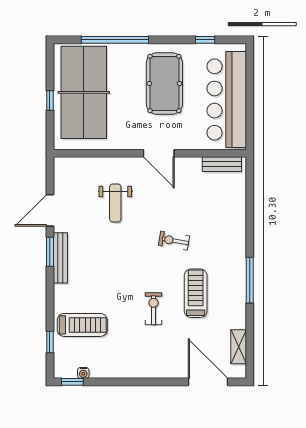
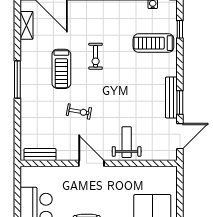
wall: (150, 153) -> (99, 163), moved
door: (159, 153) -> (91, 163), moved
bench: (222, 164) -> (40, 154), moved

